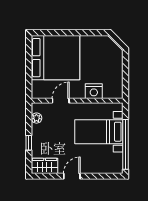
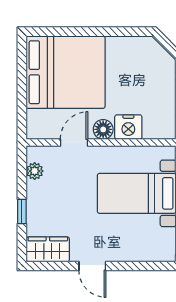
floor lamp: (78, 93) -> (103, 129), added
door: (72, 176) -> (92, 266), swing flipped

